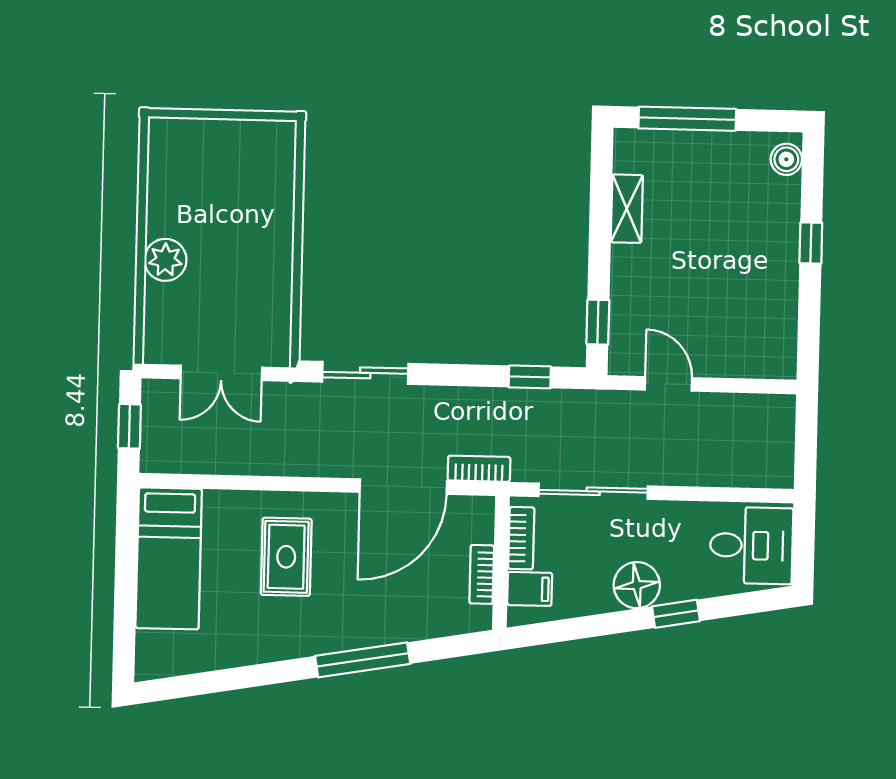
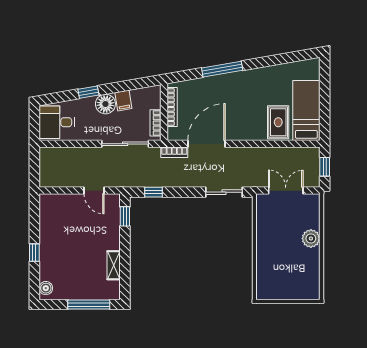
rug: (286, 557) -> (278, 122), moved
bookcase: (482, 574) -> (172, 107), width x1.56
filing cabinet: (530, 589) -> (123, 100), moved, turned -100

